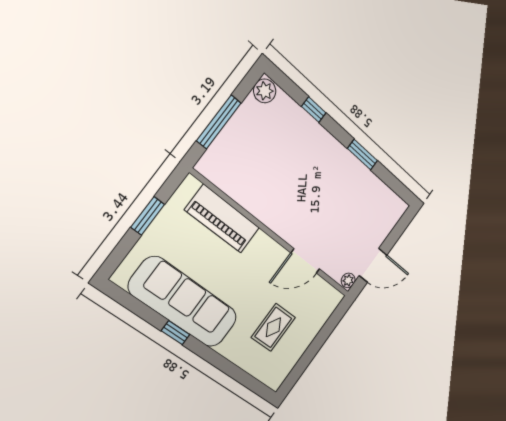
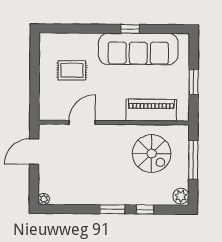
window: (363, 155) -> (112, 209), moved
spiral stairs: (260, 168) -> (152, 154), added
plant: (348, 280) -> (44, 199), moved
rug: (273, 327) -> (72, 70), turned 90

